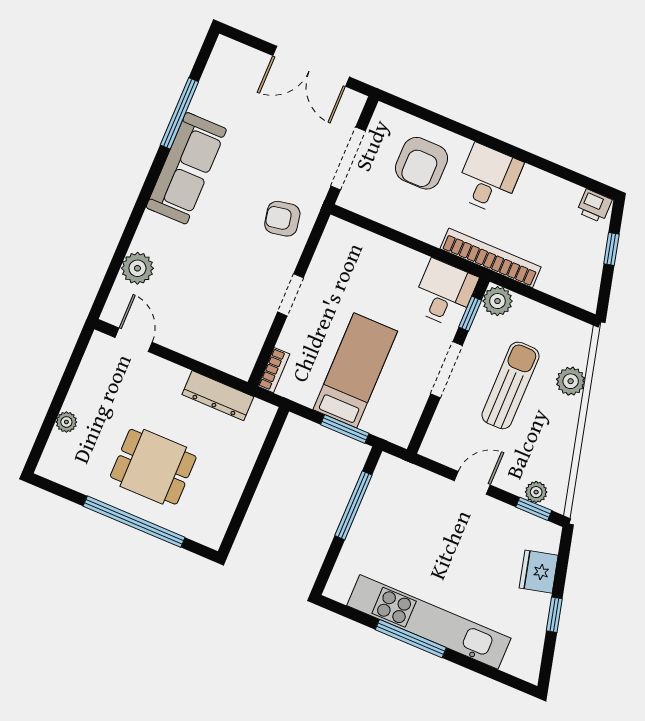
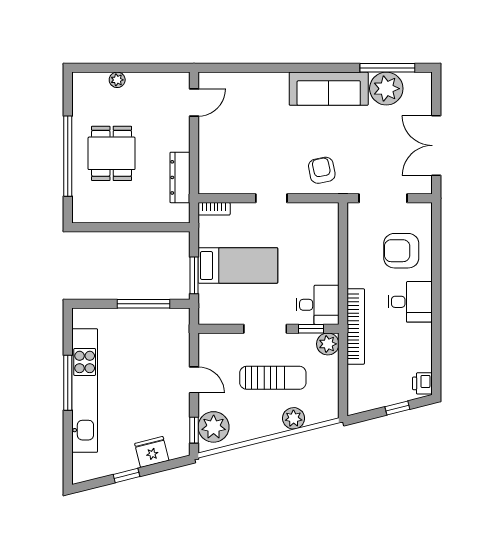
window: (179, 113) -> (387, 68), moved
plant: (137, 268) -> (386, 89), moved, width x1.36, depth x1.36
plant: (536, 492) -> (214, 427), width x1.88, depth x1.88

